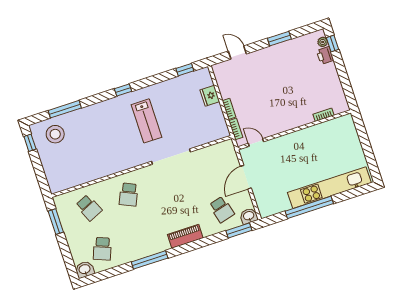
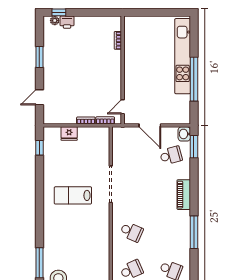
window: (123, 90) -> (39, 207), removed
lab bench: (146, 121) -> (73, 195), turned 180

